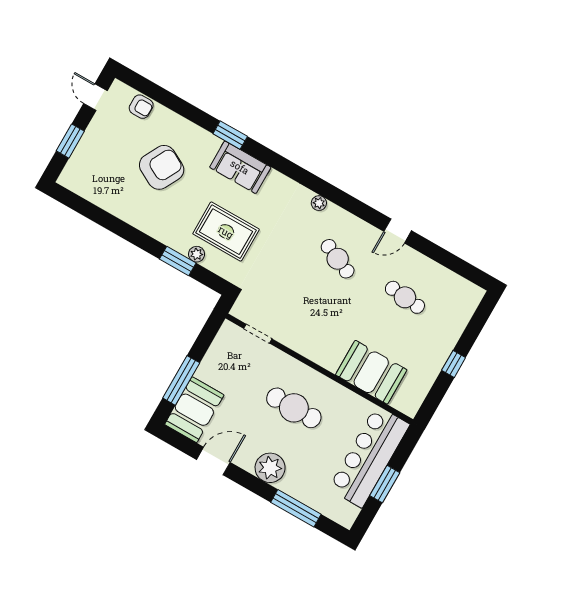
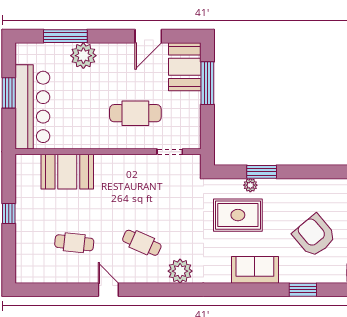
window: (230, 135) -> (303, 290), moved
armchair: (162, 167) -> (314, 236), turned 112
plant: (319, 203) -> (180, 271), width x1.87, depth x1.87
door: (398, 231) -> (108, 290), hinge flipped
cafe table: (294, 408) -> (135, 113), moved
plant: (270, 468) -> (83, 56), moved

